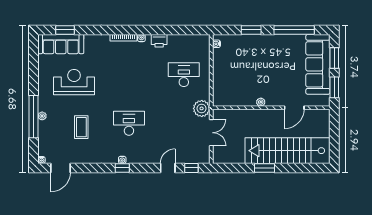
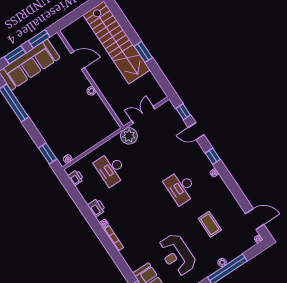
window: (251, 30) -> (48, 154), moved
printer: (196, 40) -> (76, 178), added
coffee table: (81, 127) -> (210, 224), turned 90
window: (122, 168) -> (213, 156), moved

